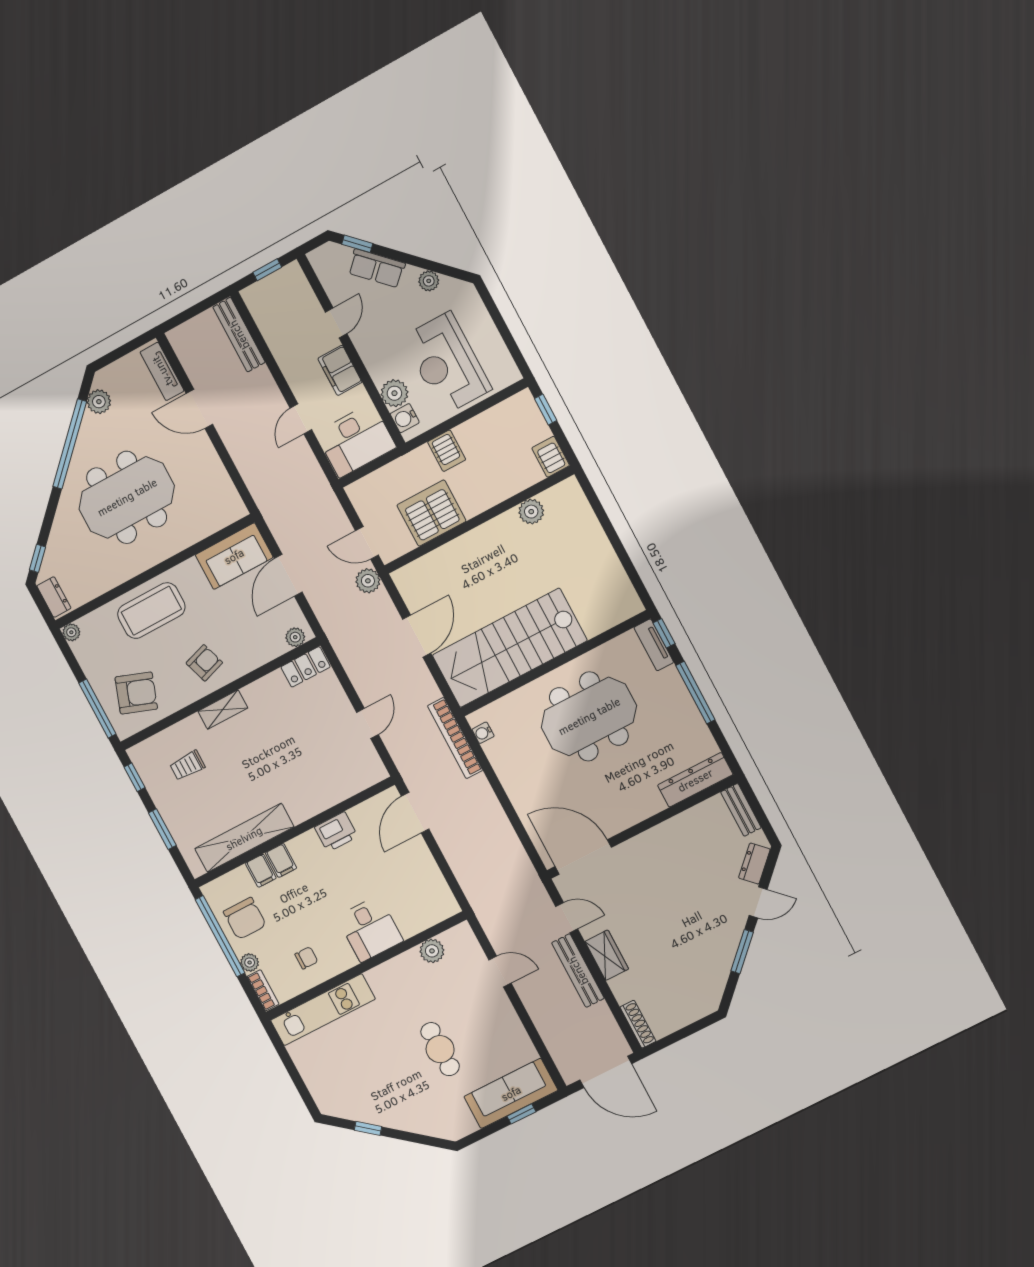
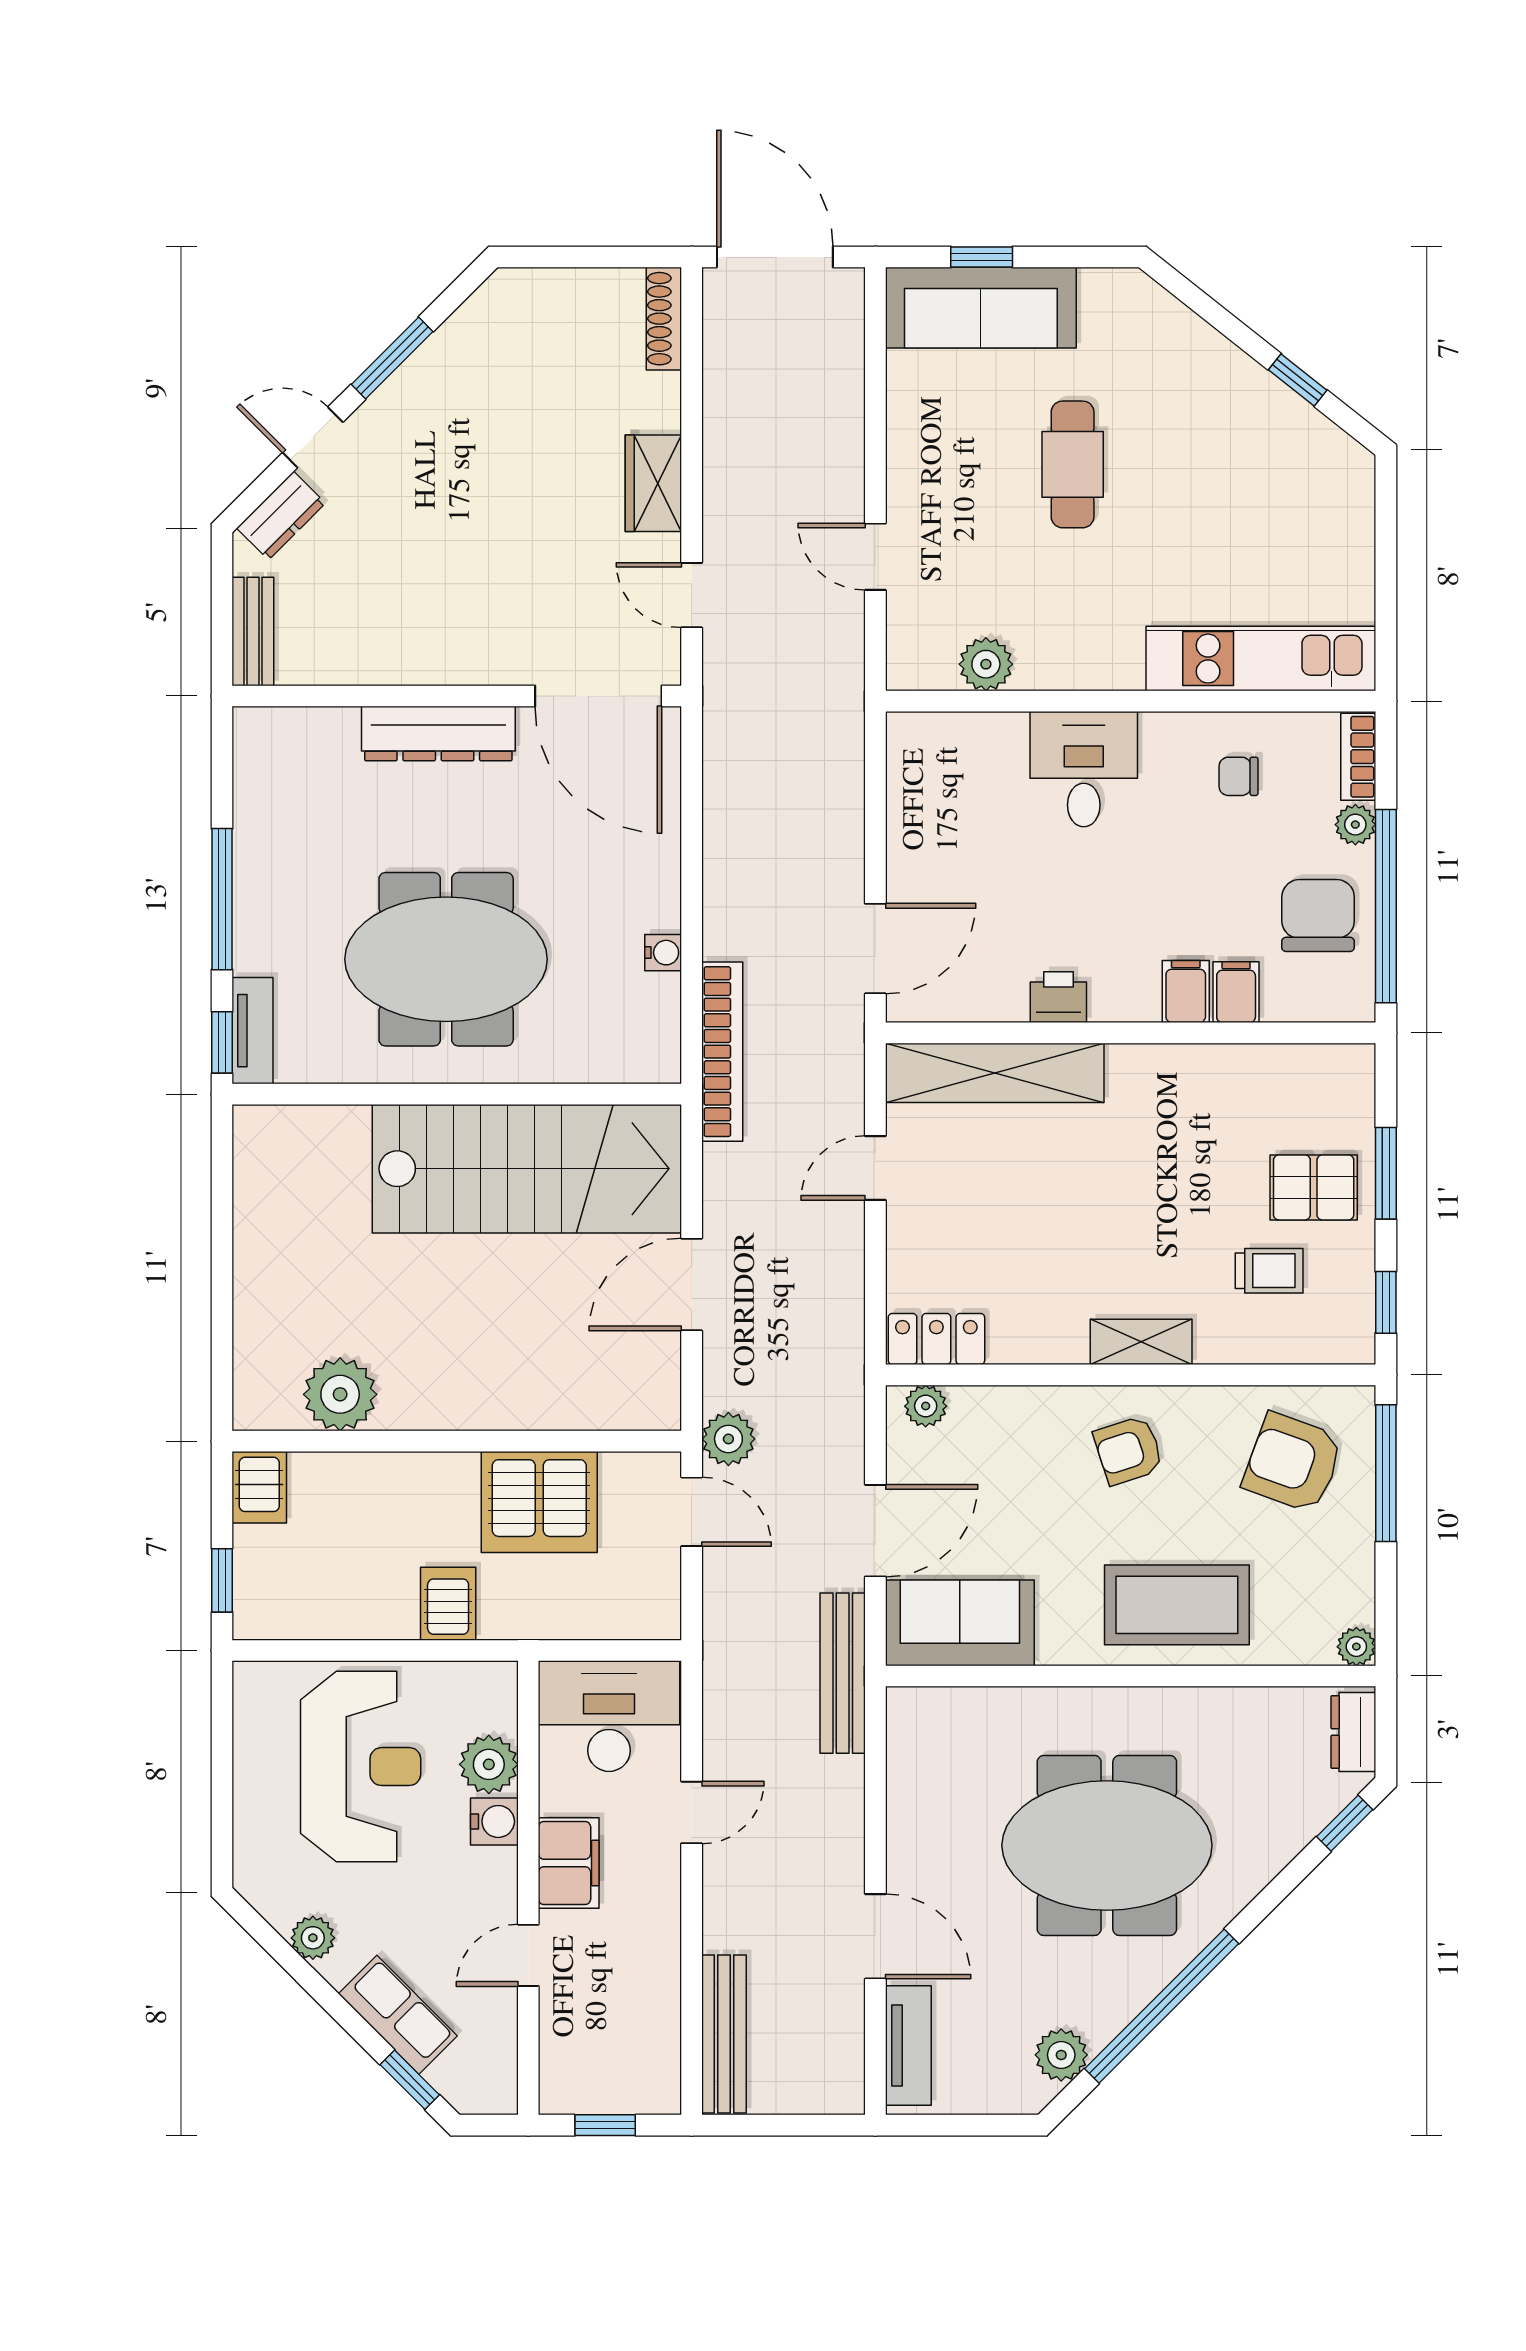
water cooler: (405, 418) -> (494, 1821), moved
plant: (531, 512) -> (340, 1394), width x1.36, depth x1.36
water cooler: (483, 733) -> (663, 953), moved
dresser: (695, 780) -> (438, 734), moved
pallet: (188, 808) -> (1314, 1187), added
printer: (336, 832) -> (1058, 997), width x0.73, depth x0.81
shelving: (244, 838) -> (995, 1073), moved
bench: (578, 971) -> (843, 1673), moved

